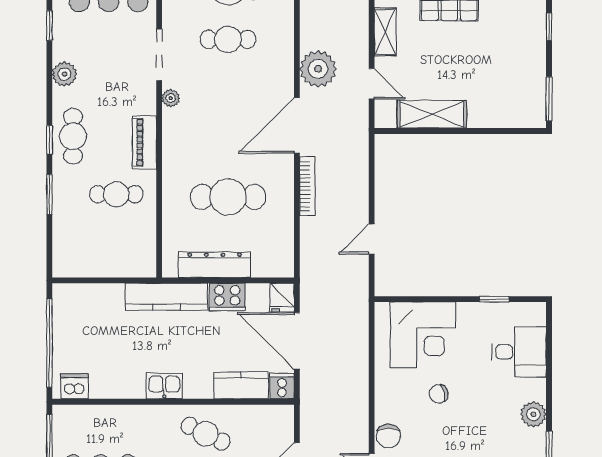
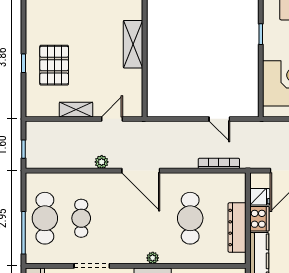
plant: (318, 69) -> (102, 162), width x0.53, depth x0.53
plant: (171, 98) -> (153, 258), moved
shelving: (432, 114) -> (133, 44), moved
bookcase: (307, 186) -> (219, 163), moved
fridge: (282, 298) -> (260, 197), moved

